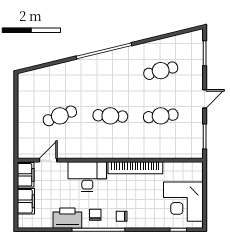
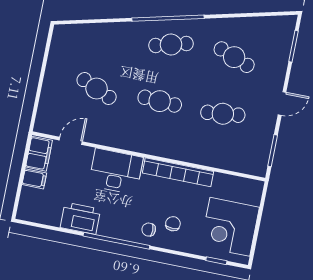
cafe table: (110, 71) -> (171, 45), added
cafe table: (161, 71) -> (234, 57), turned 36
cafe table: (60, 116) -> (97, 89), turned 45
filing cabinet: (26, 201) -> (34, 179), width x0.50
chair: (95, 215) -> (173, 224), moved

